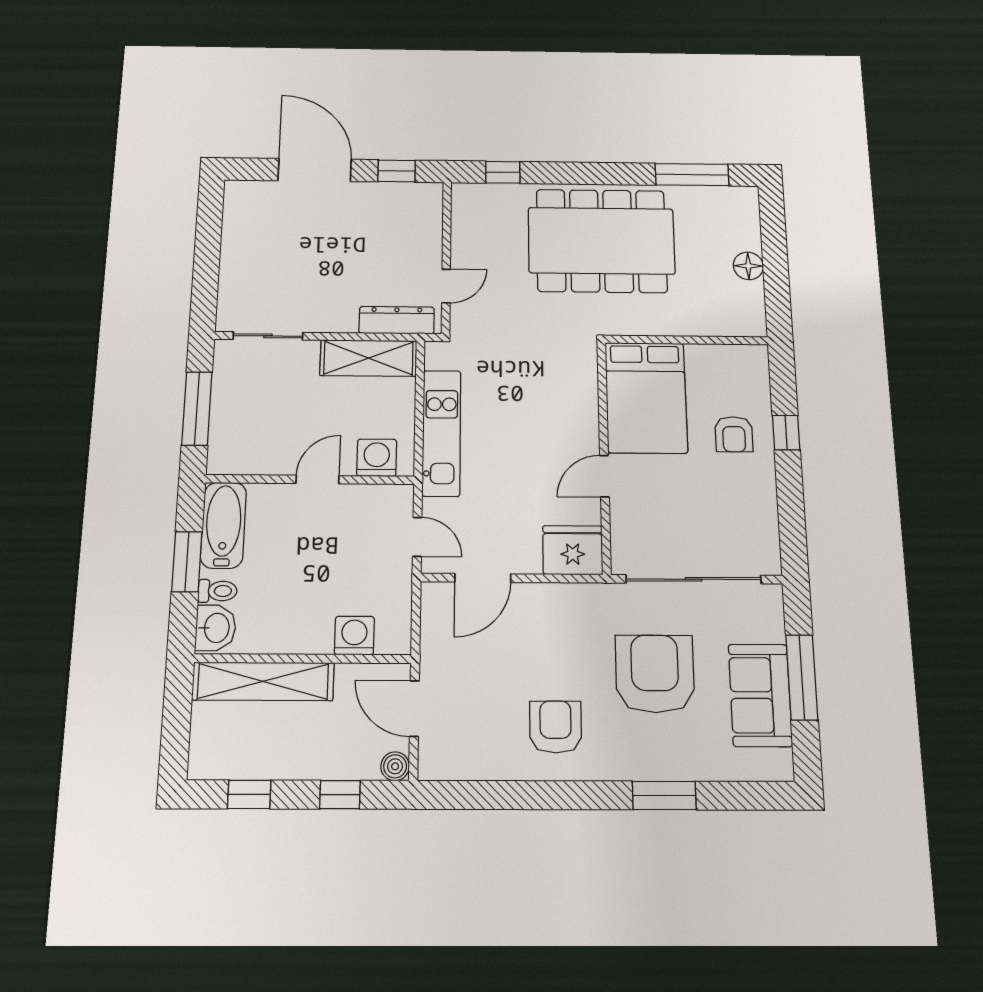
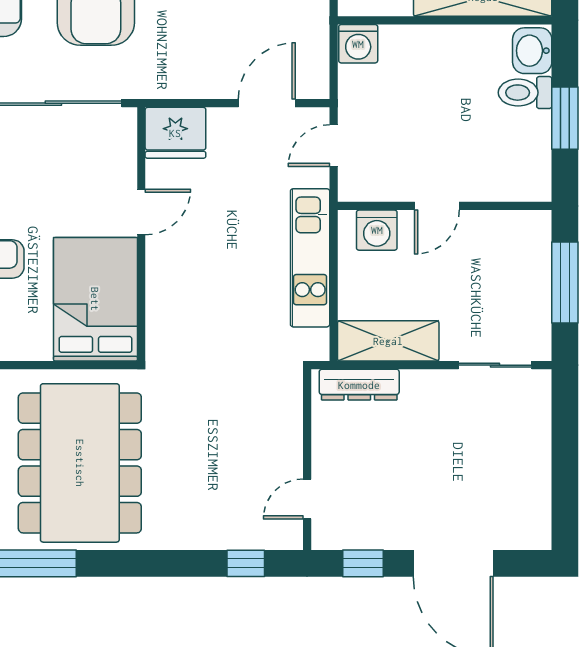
dining table: (601, 241) -> (80, 463), moved, turned 90
door: (446, 286) -> (307, 499), moved
bathtub: (223, 525) -> (530, 157), removed
door: (417, 537) -> (334, 146), hinge flipped
toilet: (218, 591) -> (525, 93), width x1.37, depth x1.39
washing machine: (354, 635) -> (358, 44), moved

